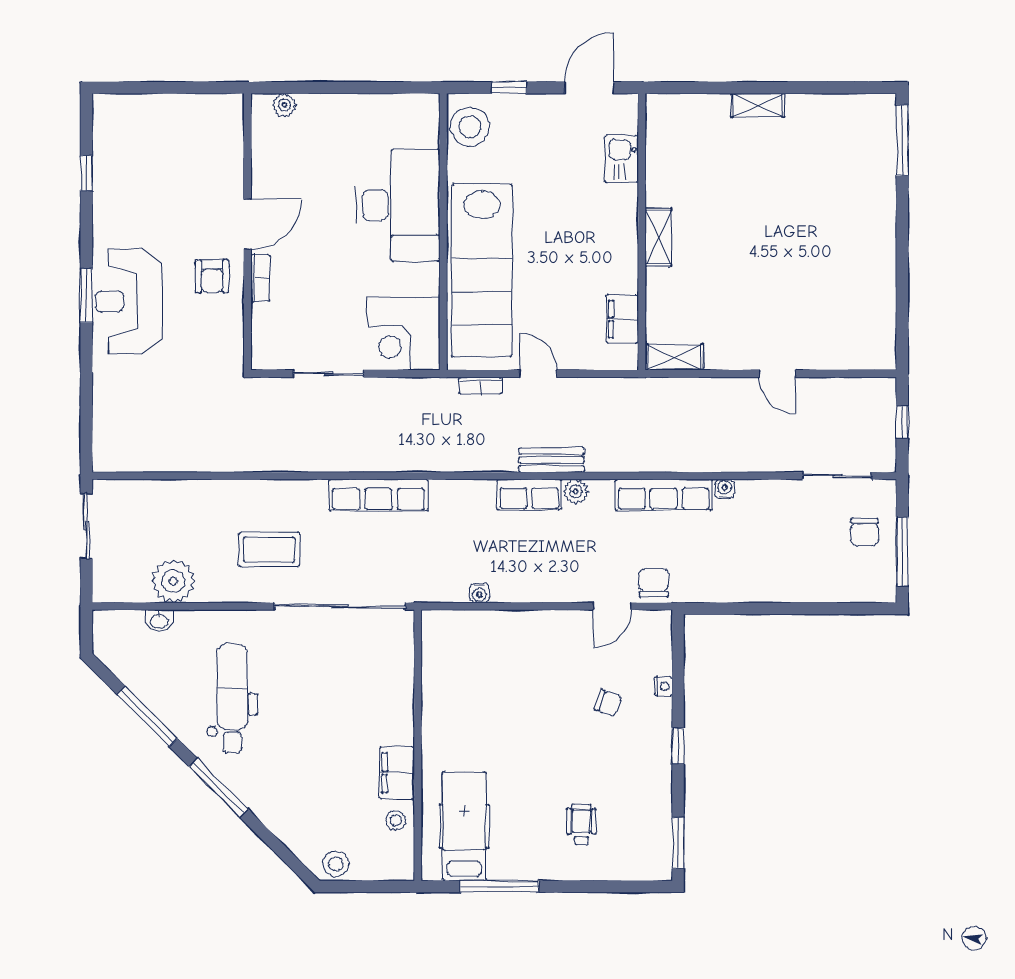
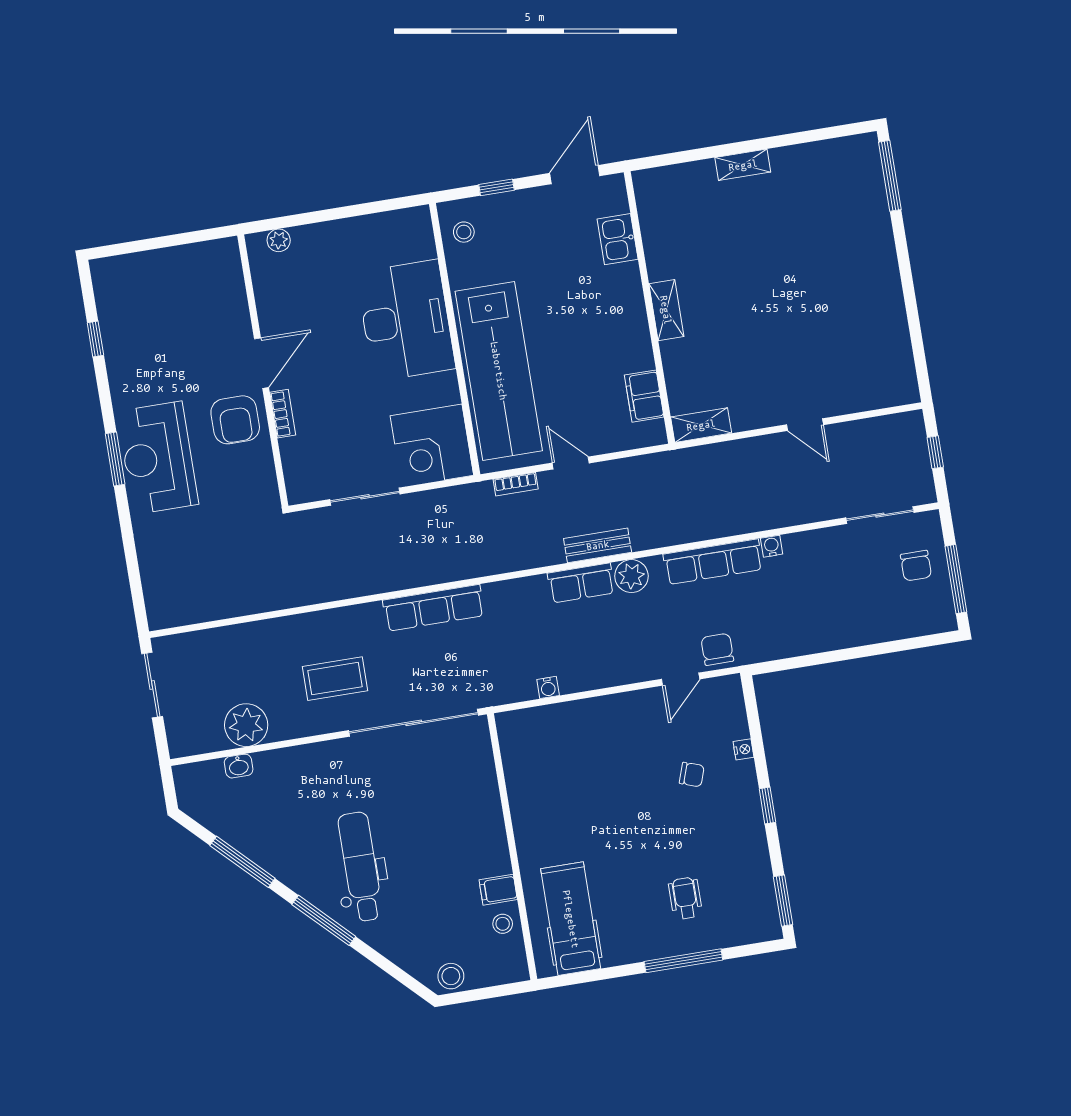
stool: (470, 127) -> (464, 232), width x0.53, depth x0.53
armchair: (212, 276) -> (235, 420), width x1.38, depth x1.38
plant: (576, 491) -> (631, 576), width x1.38, depth x1.38
dental chair: (232, 699) -> (360, 867), moved
filing cabinet: (397, 773) -> (498, 890), width x0.50
window: (499, 886) -> (683, 961), moved

